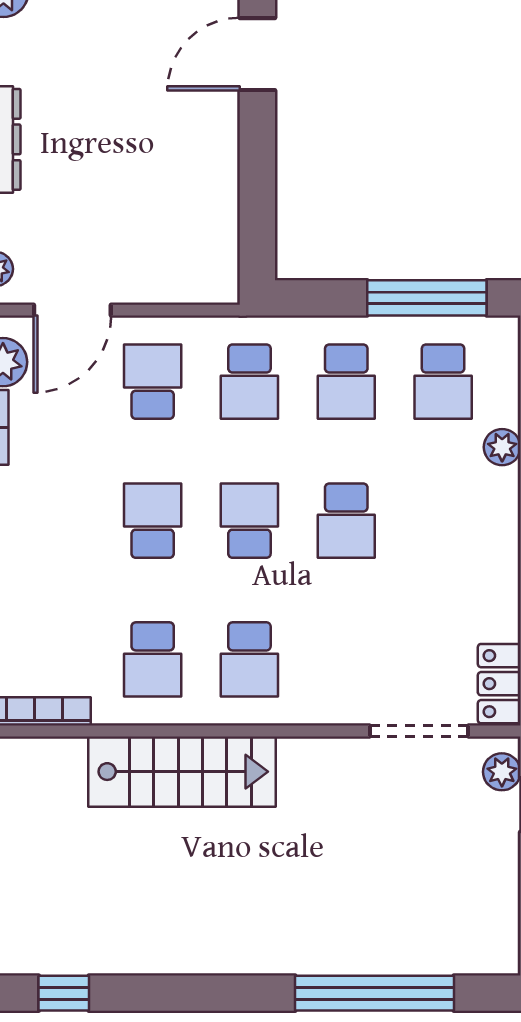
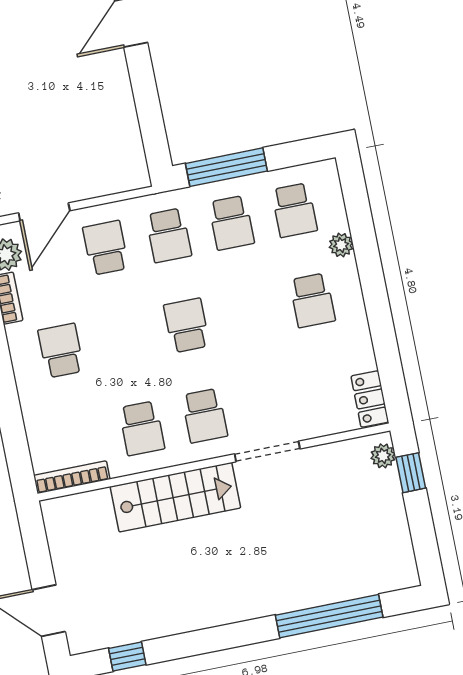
window: (427, 298) -> (226, 167), moved
school desk: (153, 521) -> (61, 351), moved
school desk: (346, 521) -> (312, 300), moved
doorway: (419, 731) -> (267, 451), moved

